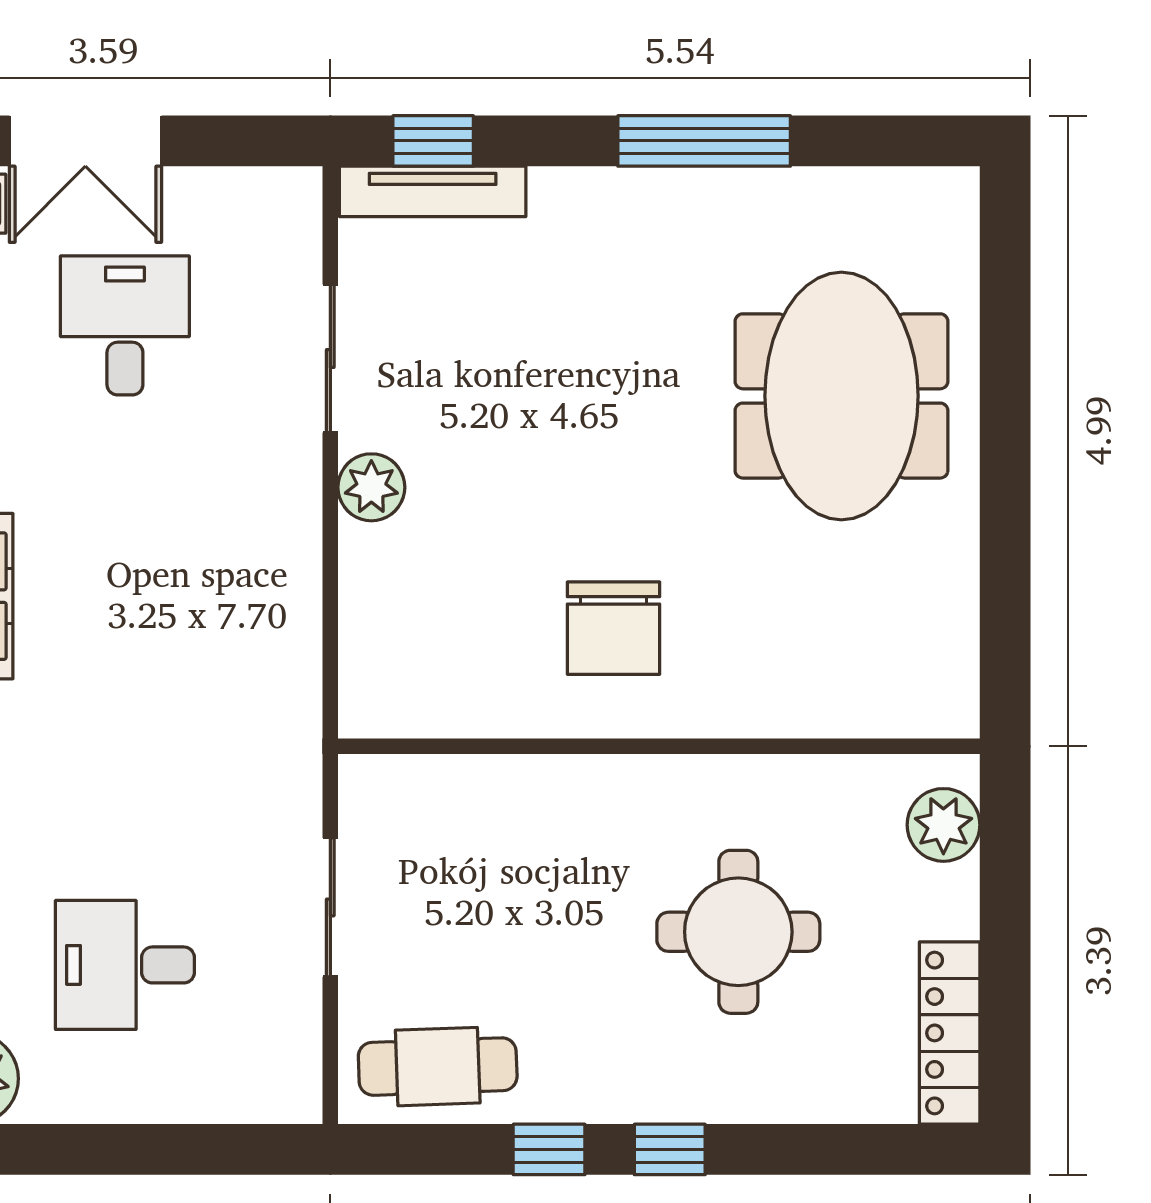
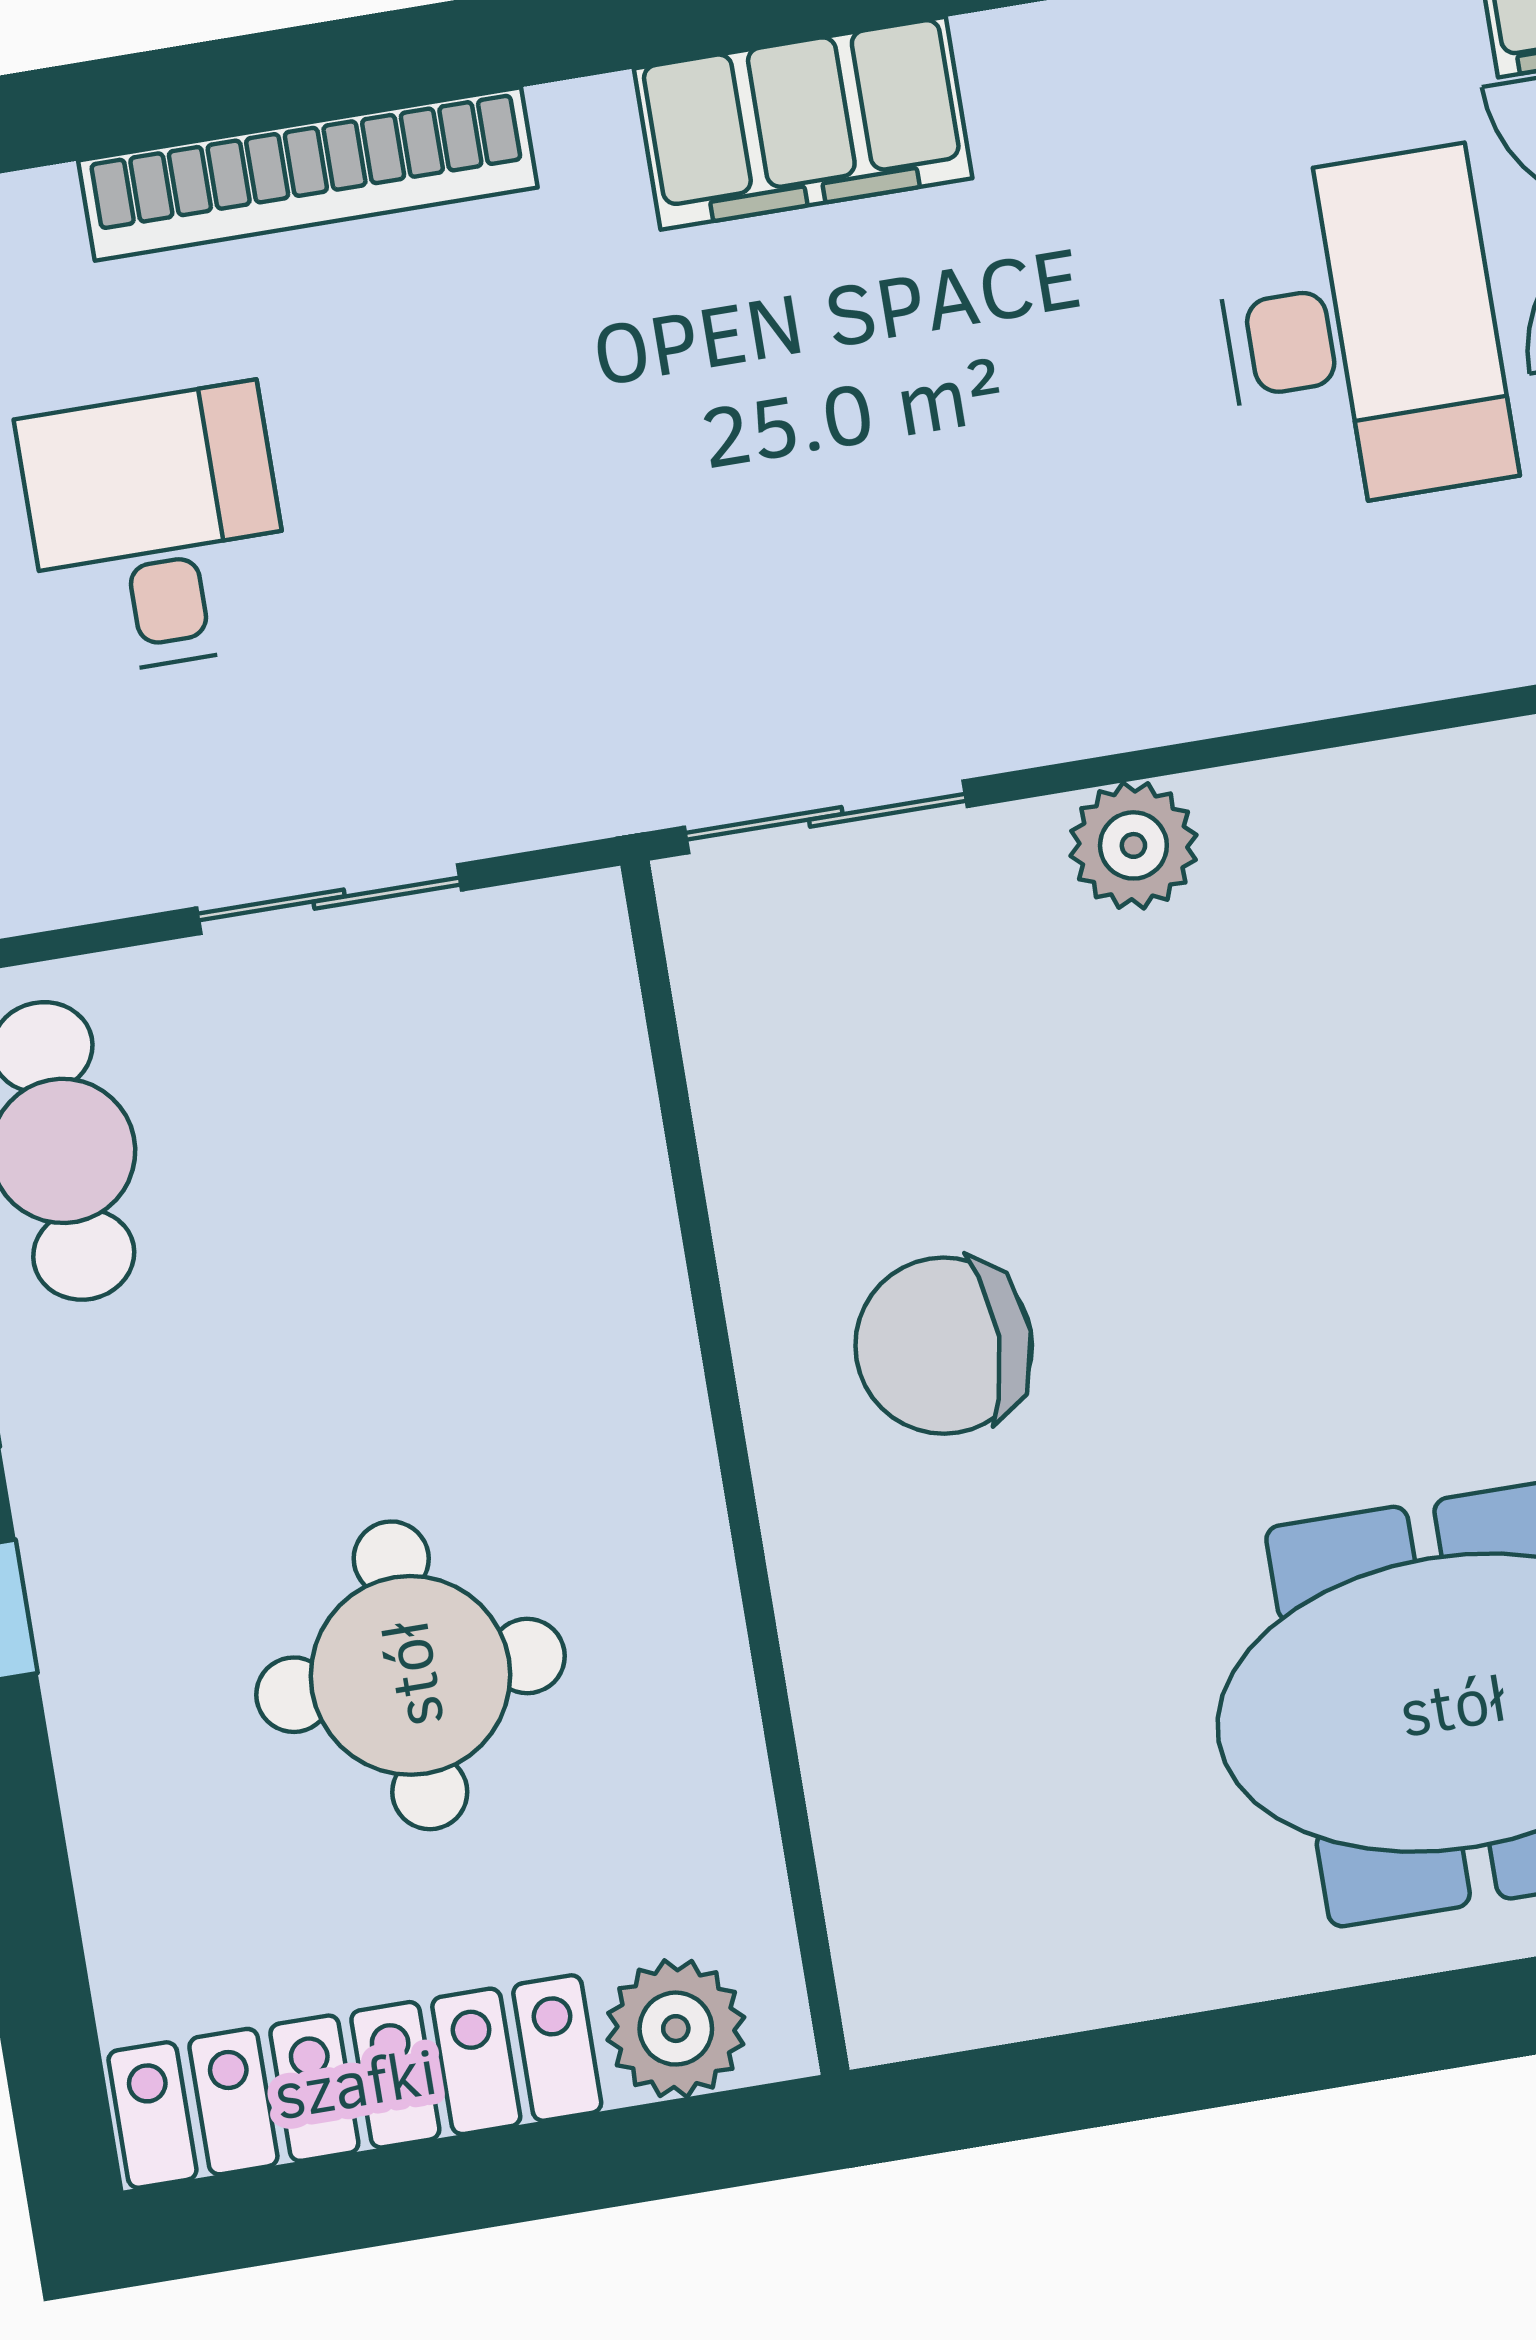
desk: (125, 325) -> (1361, 331), width x1.37
sliding door: (330, 358) -> (826, 817), moved
locker: (950, 1033) -> (355, 2081), width x1.41, depth x1.21

